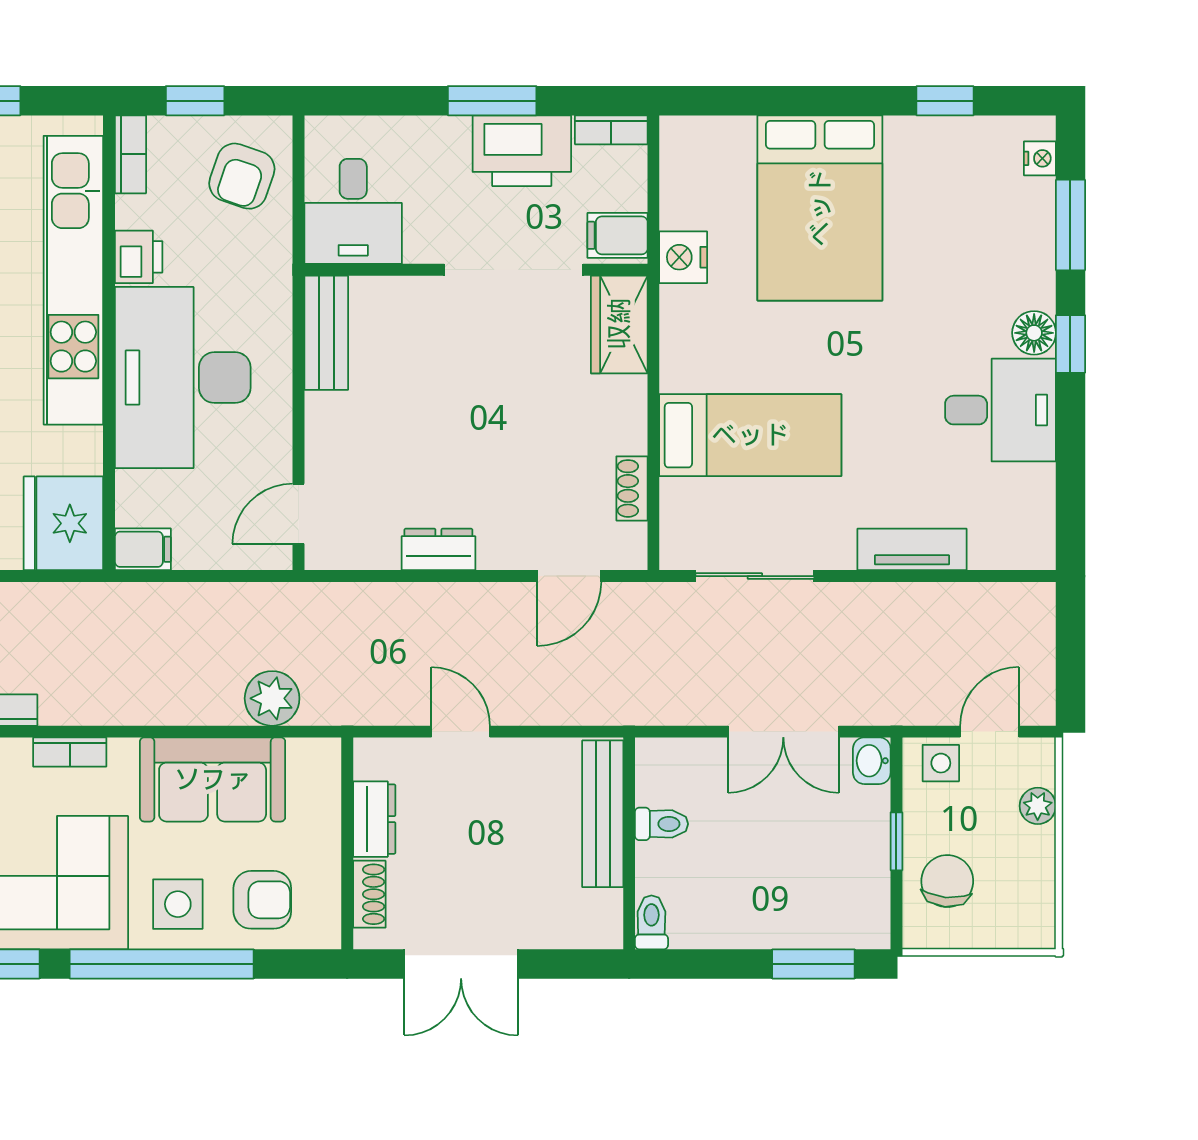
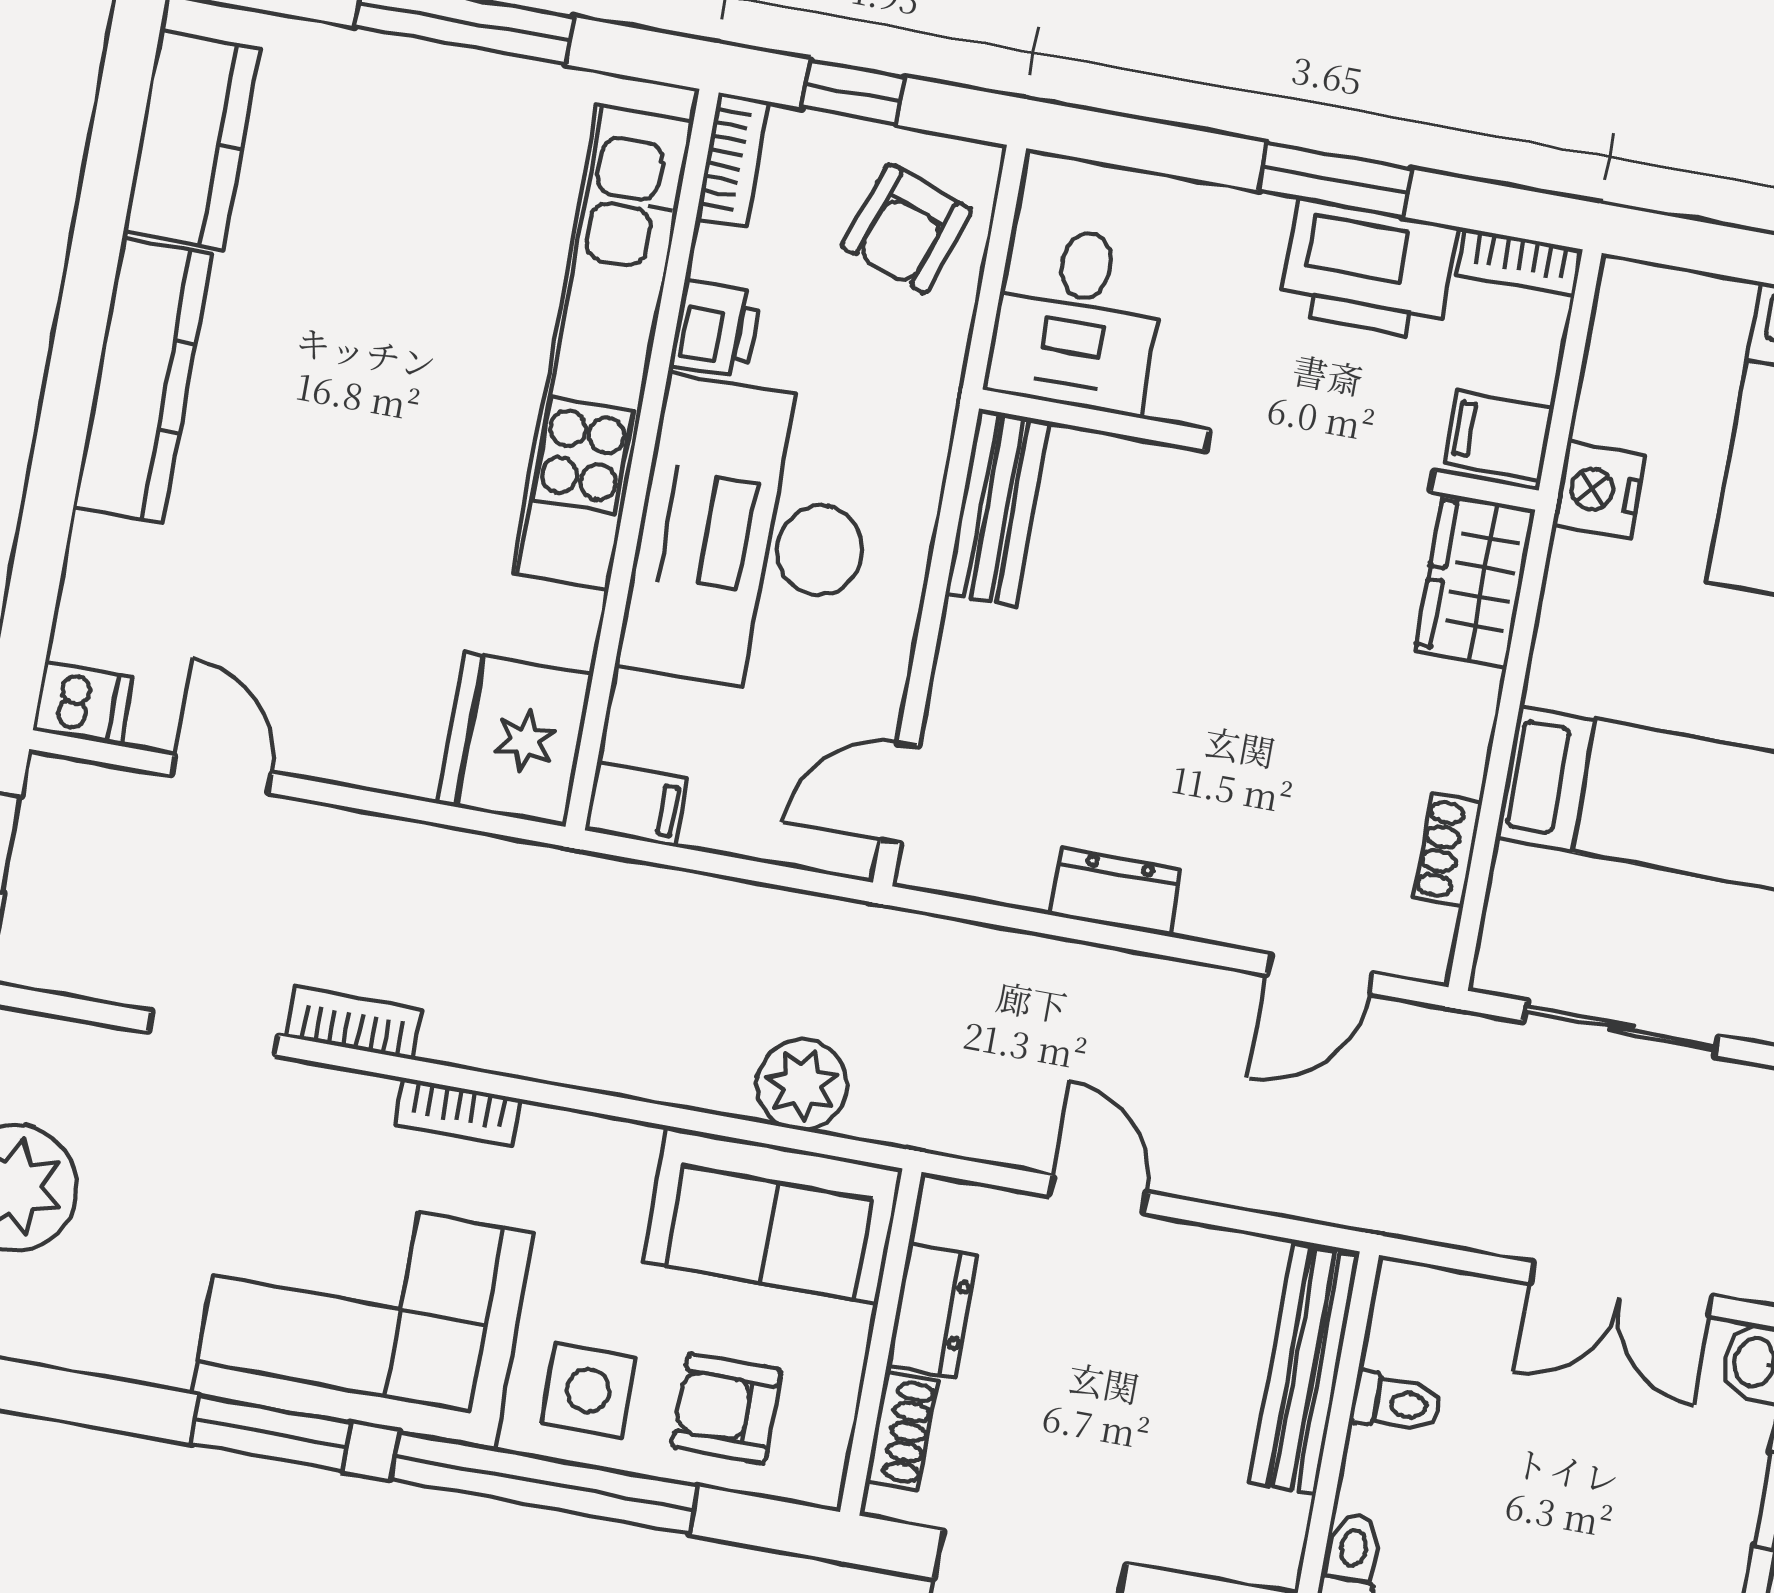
sofa: (213, 779) -> (772, 1215), moved
armchair: (262, 900) -> (727, 1408), turned 180

